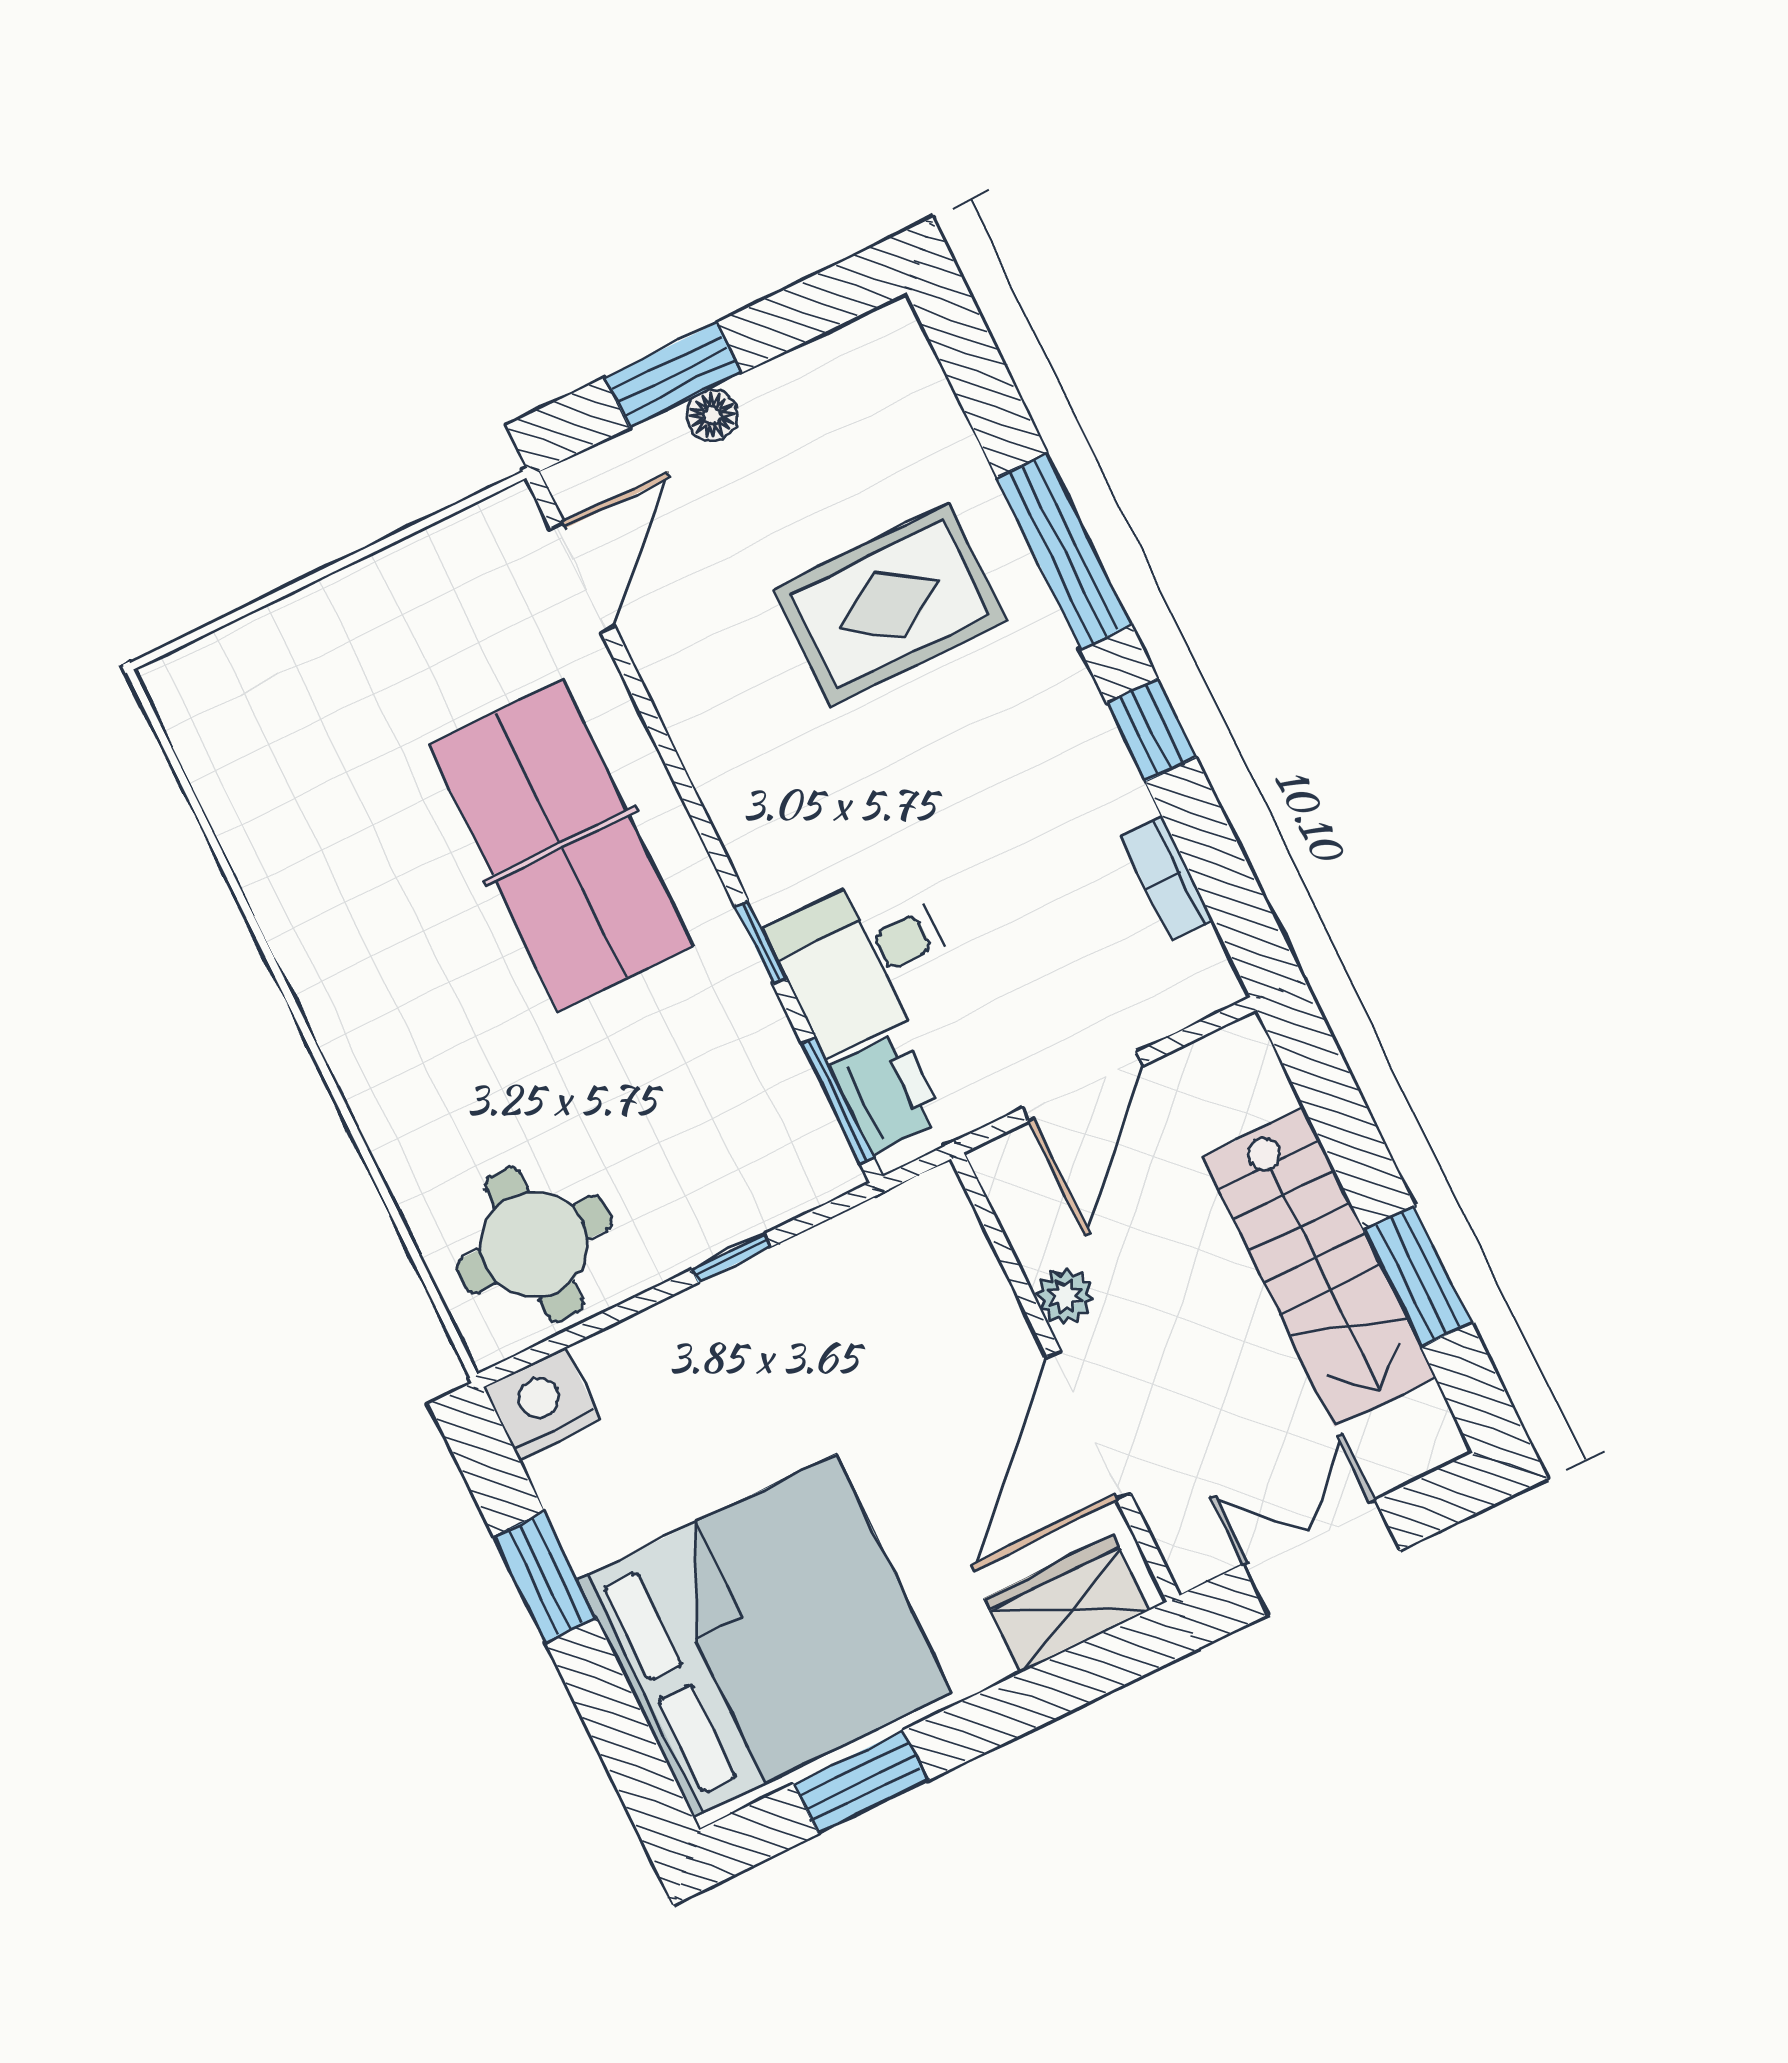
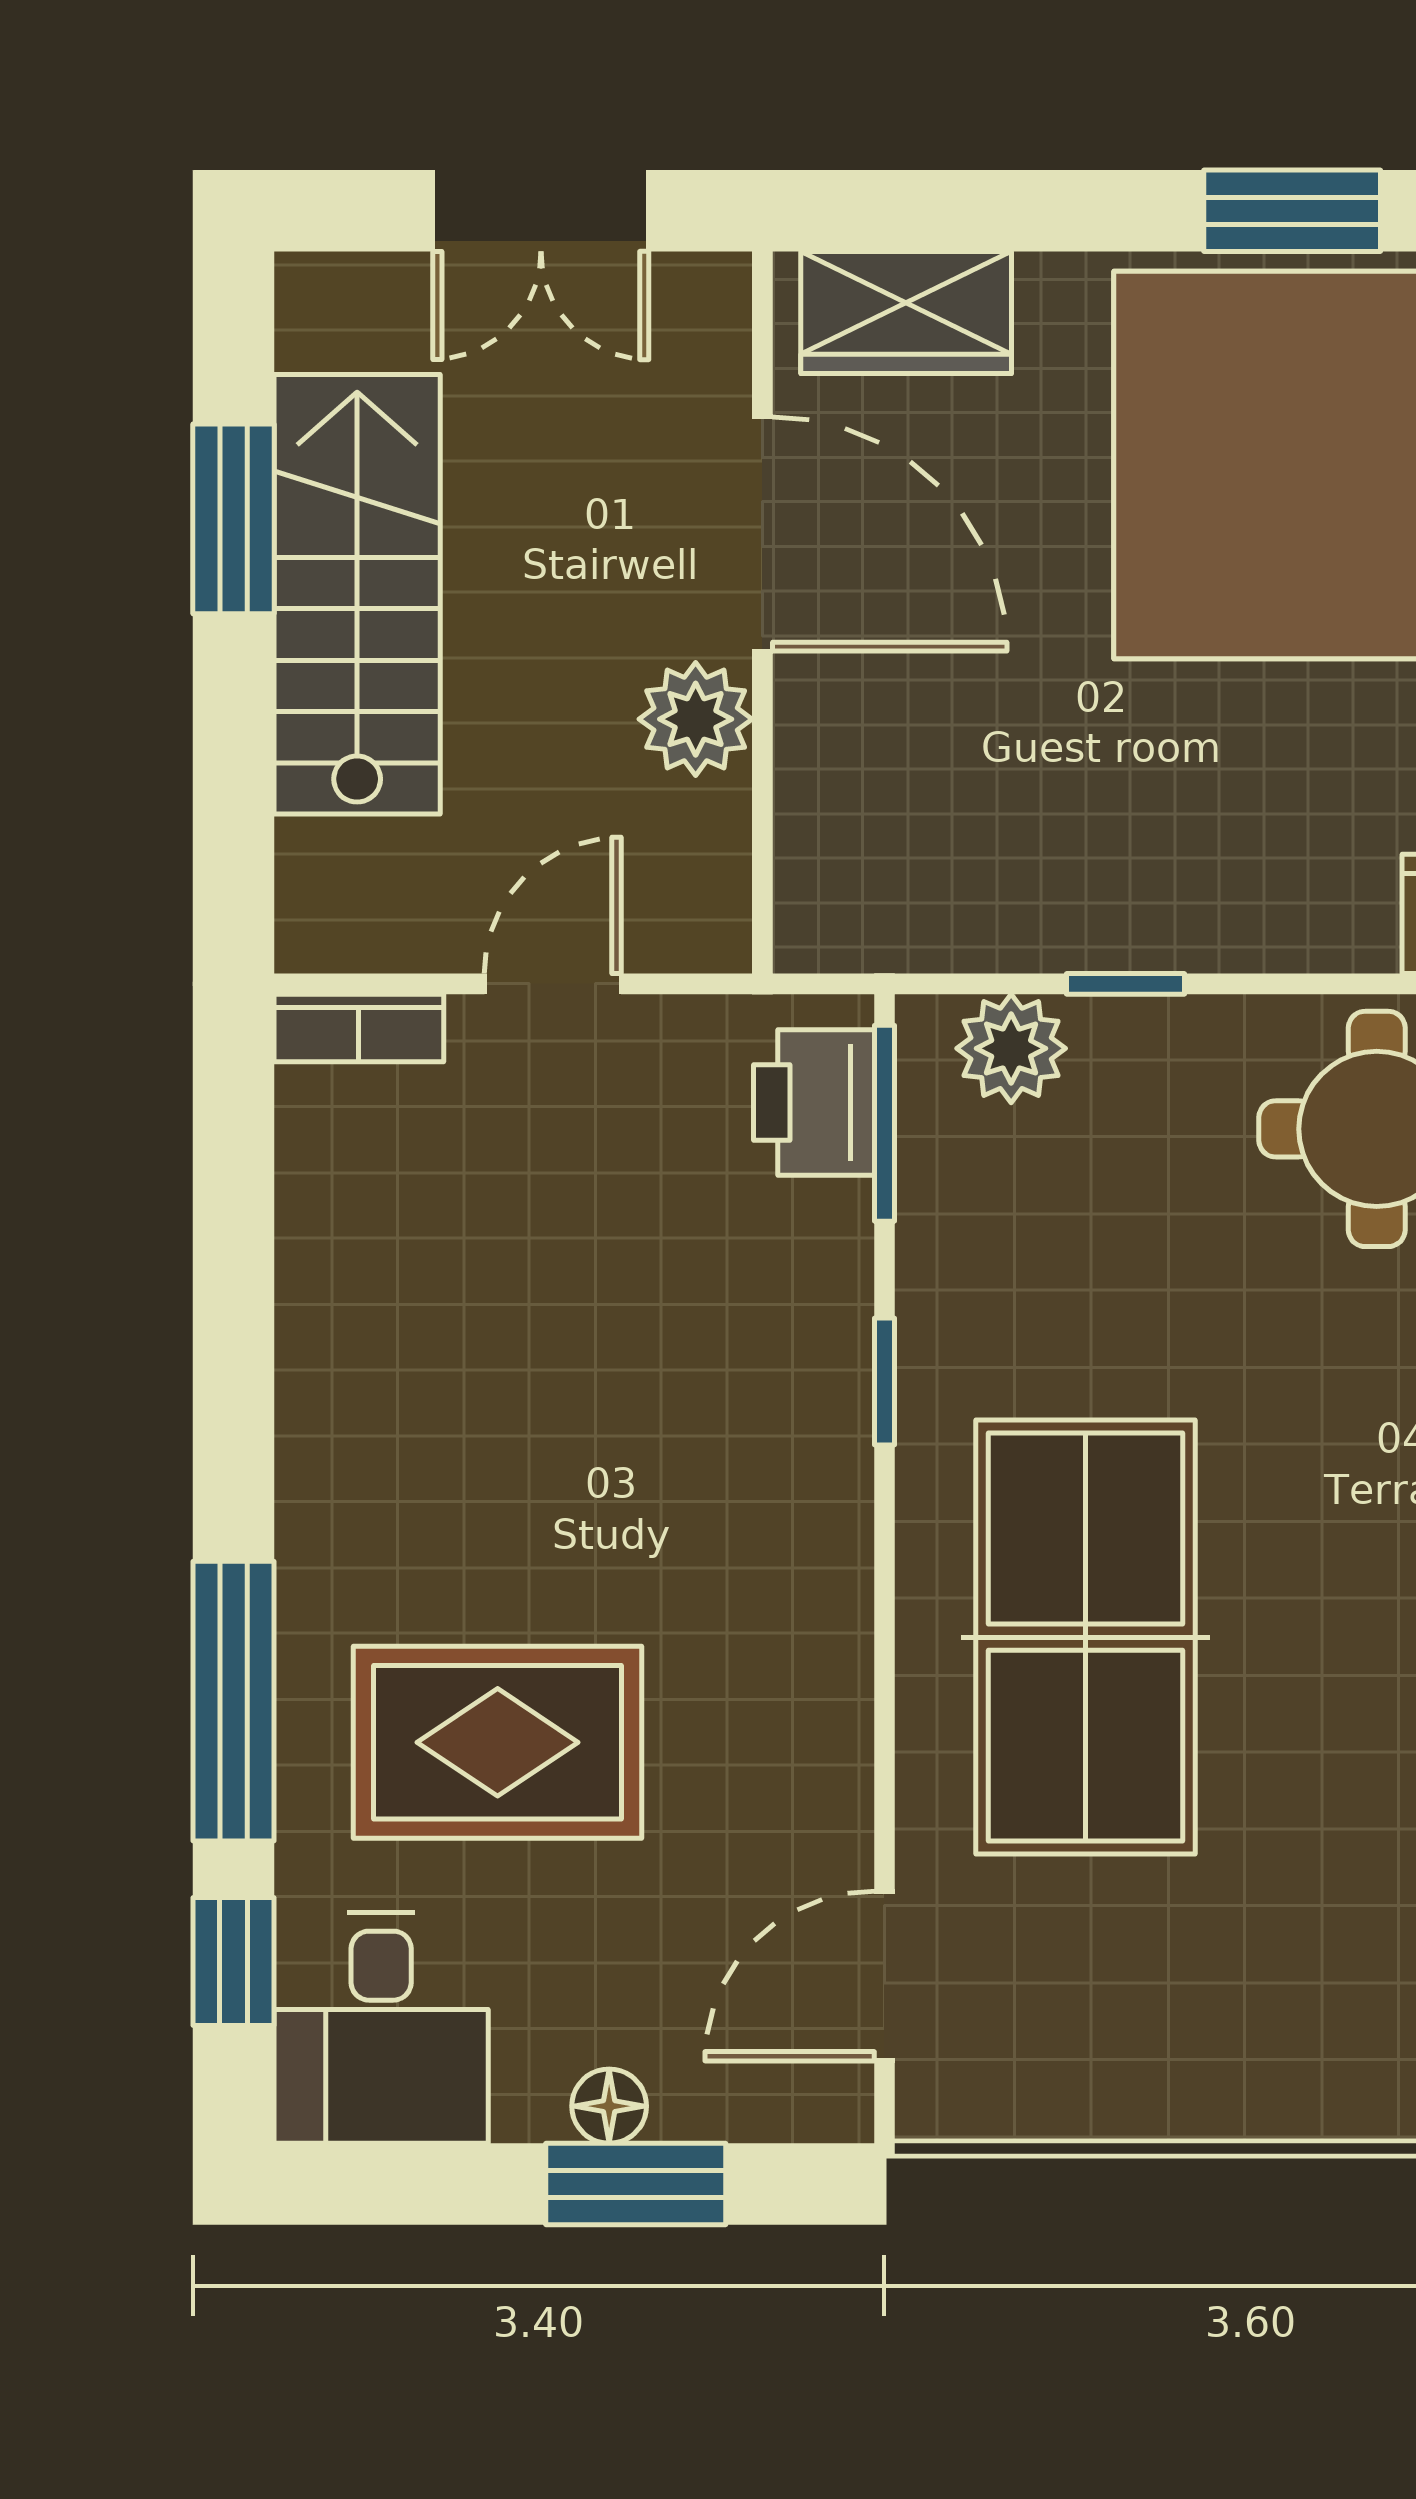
window: (1151, 730) -> (233, 1962), moved
bookcase: (1167, 878) -> (359, 1028), moved, turned 90
desk: (865, 960) -> (381, 2028), moved, turned 90
door: (1083, 1087) -> (553, 984), width x0.73
plant: (782, 1184) -> (1011, 1048), added
plant: (1065, 1297) -> (696, 719), width x1.38, depth x1.38
door: (1089, 1425) -> (762, 534), hinge flipped

